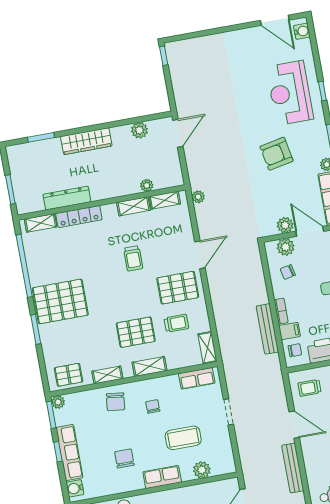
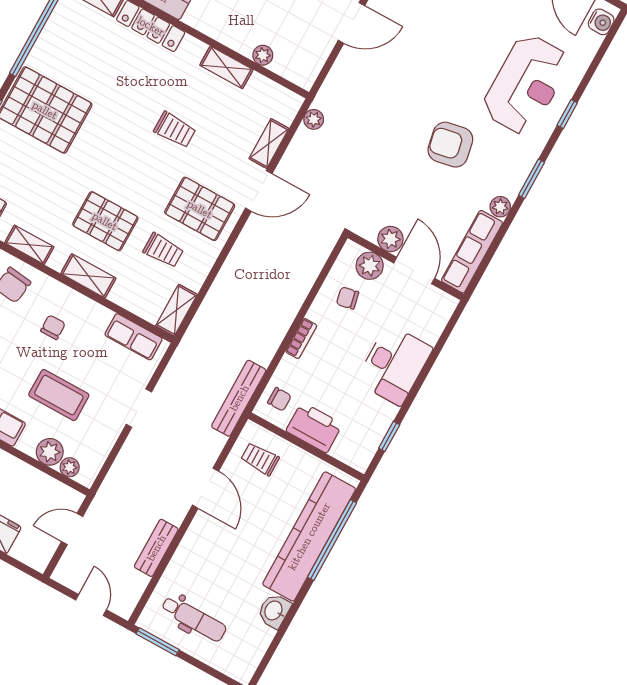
reception desk: (290, 93) -> (526, 84), turned 180
shelving: (165, 200) -> (269, 144), moved, turned 90
trolley: (133, 258) -> (175, 130), turned -90
bench: (267, 329) -> (239, 398), moved
filing cabinet: (290, 331) -> (292, 371), removed
bench: (293, 468) -> (156, 548), width x0.73
plant: (218, 469) -> (70, 467), added

